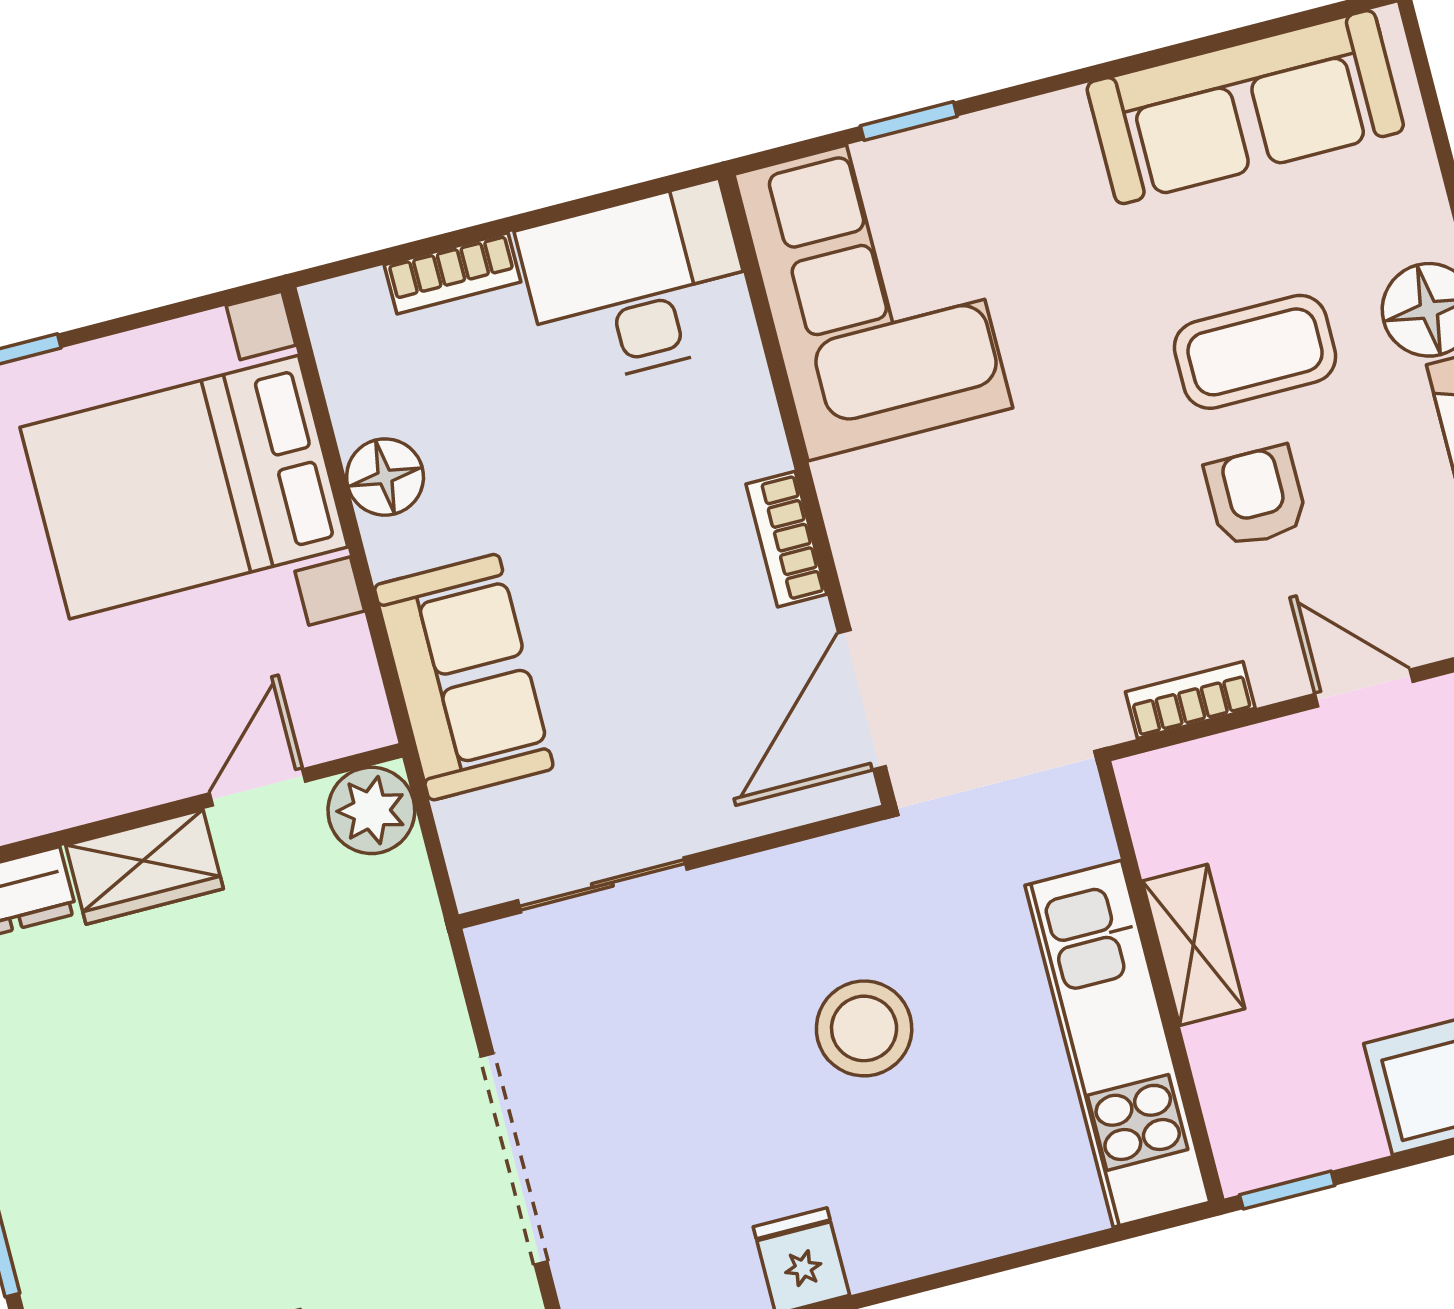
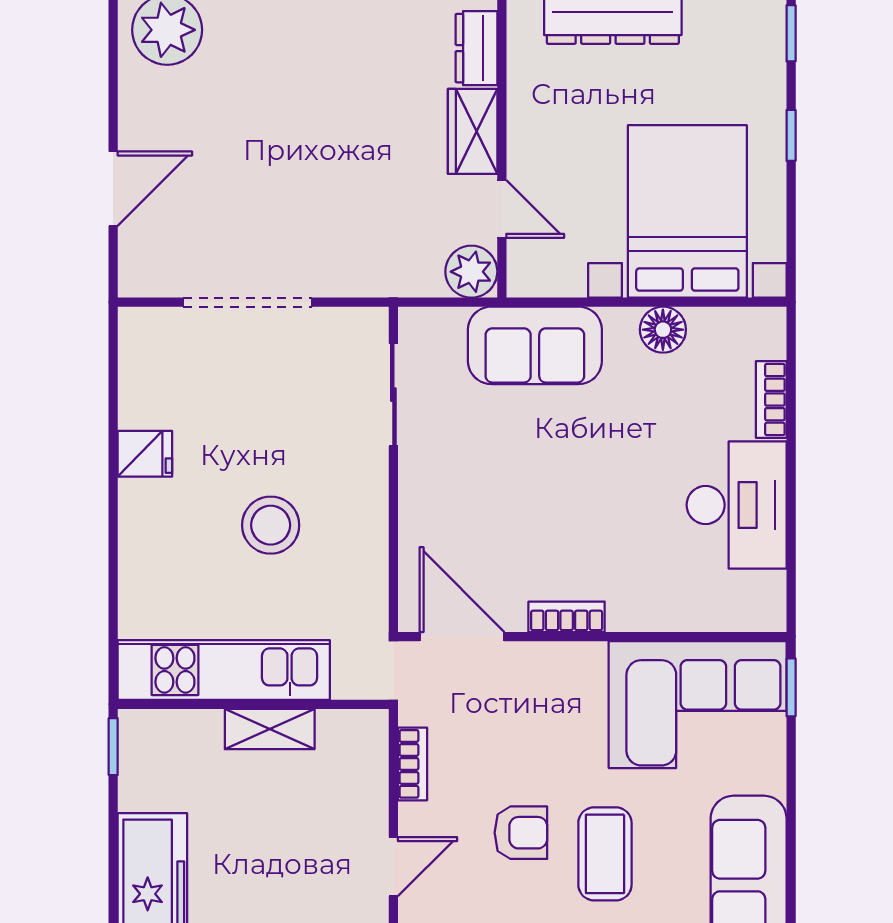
corner sofa: (873, 291) -> (698, 705), moved
wall: (808, 490) -> (592, 637), moved
bookcase: (786, 539) -> (567, 617), moved
door: (862, 700) -> (462, 637), moved

